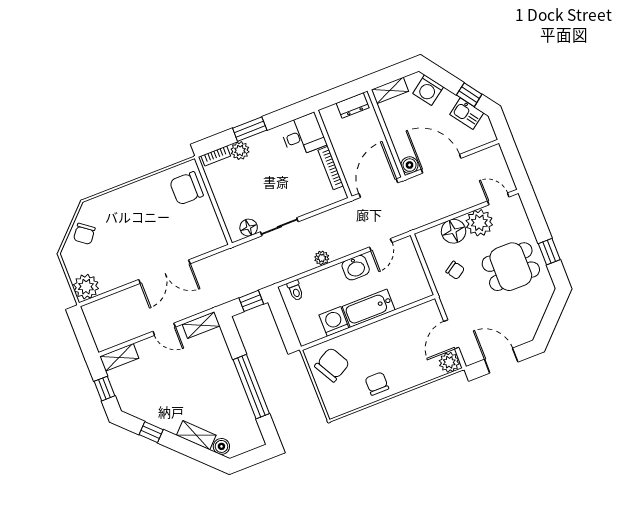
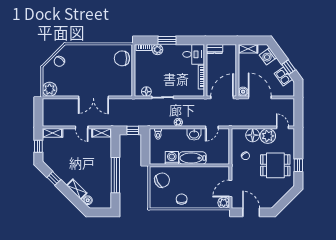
dresser: (353, 105) -> (215, 49), moved

